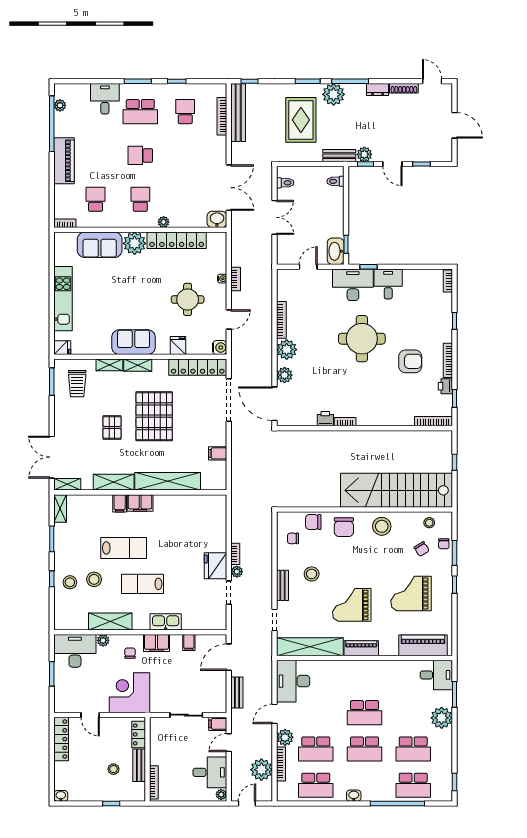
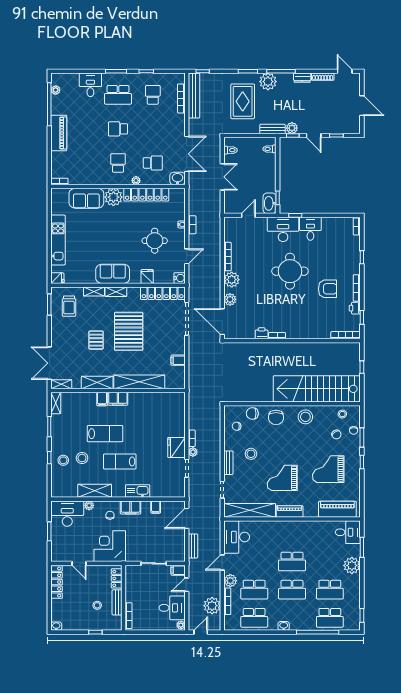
school desk: (96, 199) -> (153, 163), moved, turned 90

